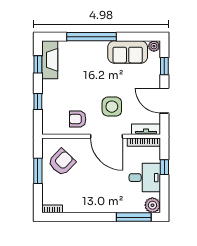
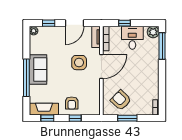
sofa: (128, 52) -> (38, 69), moved
armchair: (78, 119) -> (72, 103), moved

